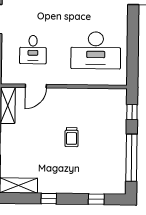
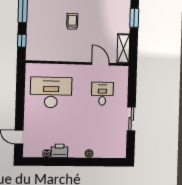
door: (36, 86) -> (101, 64), hinge flipped

